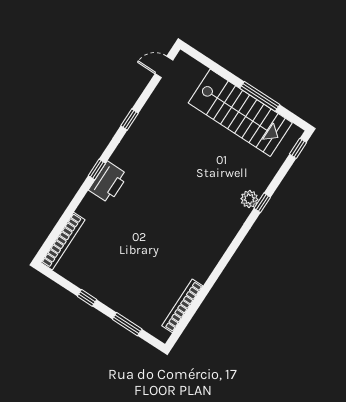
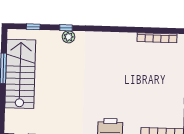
window: (298, 148) -> (33, 27), moved

